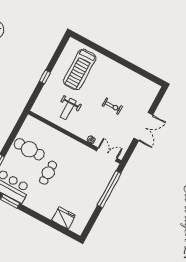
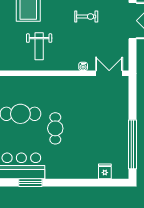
window: (109, 189) -> (133, 144), moved
fridge: (64, 218) -> (105, 171), width x0.53, depth x0.75

